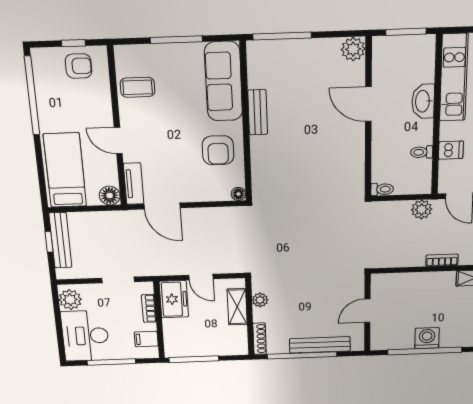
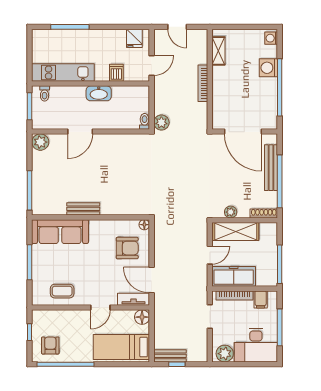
armchair: (79, 66) -> (50, 345), moved
coffee table: (138, 87) -> (62, 291), turned 90
washbasin: (423, 101) -> (99, 93), moved
armchair: (218, 150) -> (127, 248), moved
toilet: (422, 152) -> (45, 93), moved
door: (162, 206) -> (152, 280), swing flipped
plant: (422, 209) -> (161, 123), moved
bench: (60, 240) -> (170, 356), width x0.73
bookcase: (442, 260) -> (203, 83), width x1.56
freezer: (174, 299) -> (234, 276), width x1.40
shelving: (237, 307) -> (236, 232), width x1.50, depth x1.33
bookcase: (149, 308) -> (234, 295), width x1.56
door: (367, 311) -> (243, 132), width x1.88
washing machine: (427, 338) -> (268, 68), moved

